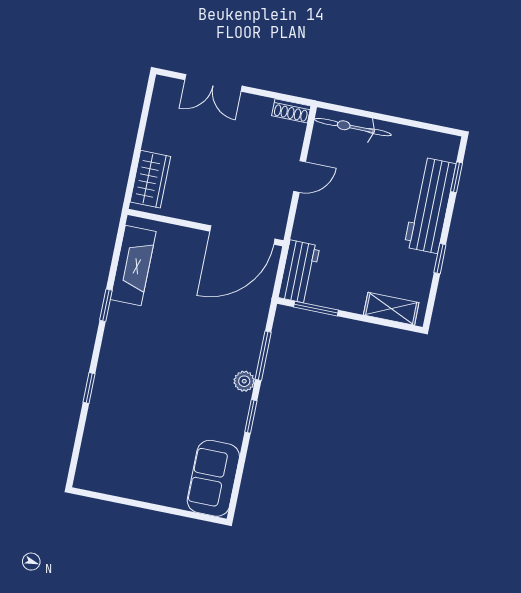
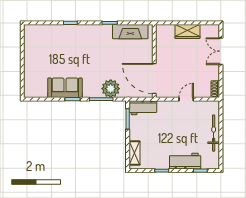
bicycle: (353, 127) -> (214, 133), moved
door: (300, 177) -> (186, 99), swing flipped
wardrobe: (150, 179) -> (187, 31), moved
workbench: (430, 205) -> (185, 161), width x0.73
plant: (244, 381) -> (111, 89), moved, width x1.88, depth x1.88
sofa: (213, 478) -> (65, 88), moved

